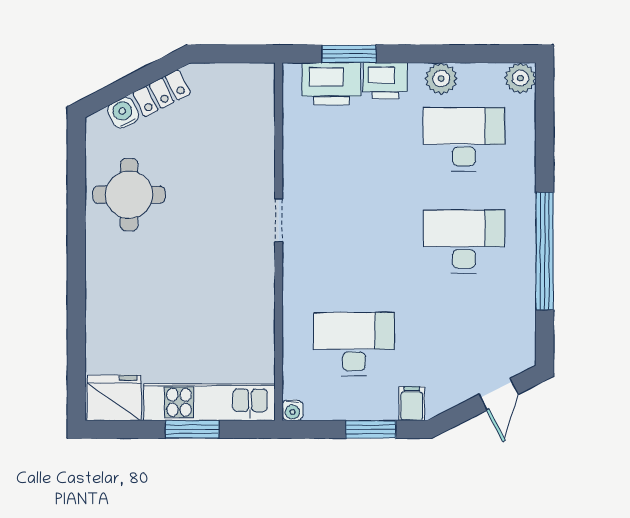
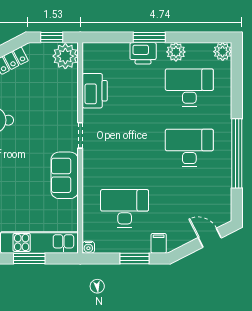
window: (230, 54) -> (52, 37), added
window: (349, 54) -> (149, 37), moved
printer: (332, 84) -> (95, 91), moved, turned -90
plant: (253, 86) -> (65, 56), added
sofa: (252, 288) -> (65, 175), added
door: (499, 394) -> (210, 238), swing flipped

